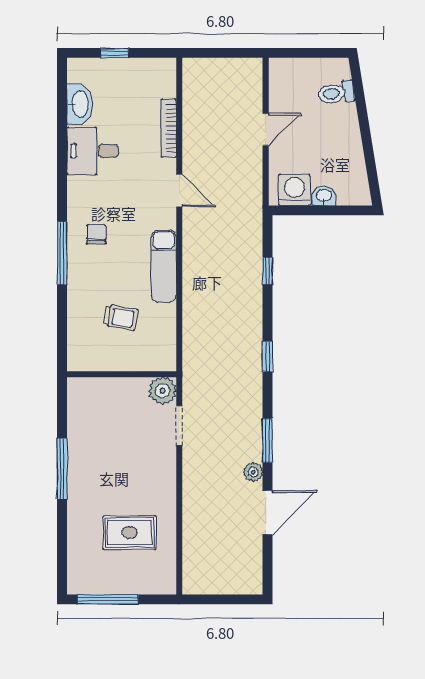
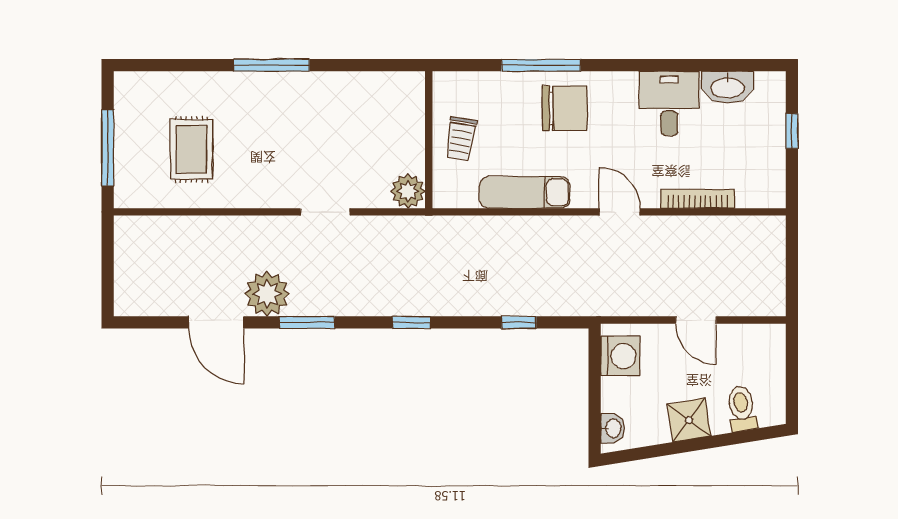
shower: (345, 135) -> (689, 420), added
door: (179, 190) -> (620, 212), swing flipped
washbasin: (324, 196) -> (613, 428), moved
chair: (96, 234) -> (565, 108), width x1.87, depth x1.87
wall: (122, 374) -> (429, 140), moved
plant: (163, 391) -> (408, 191), moved
plant: (253, 472) -> (267, 294), width x1.88, depth x1.88
window: (108, 599) -> (108, 148), moved

